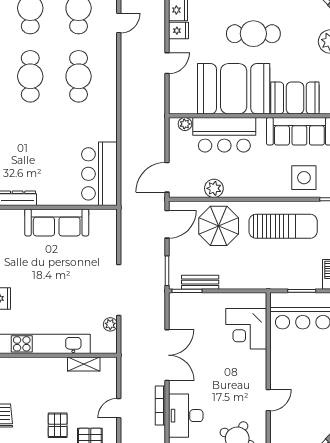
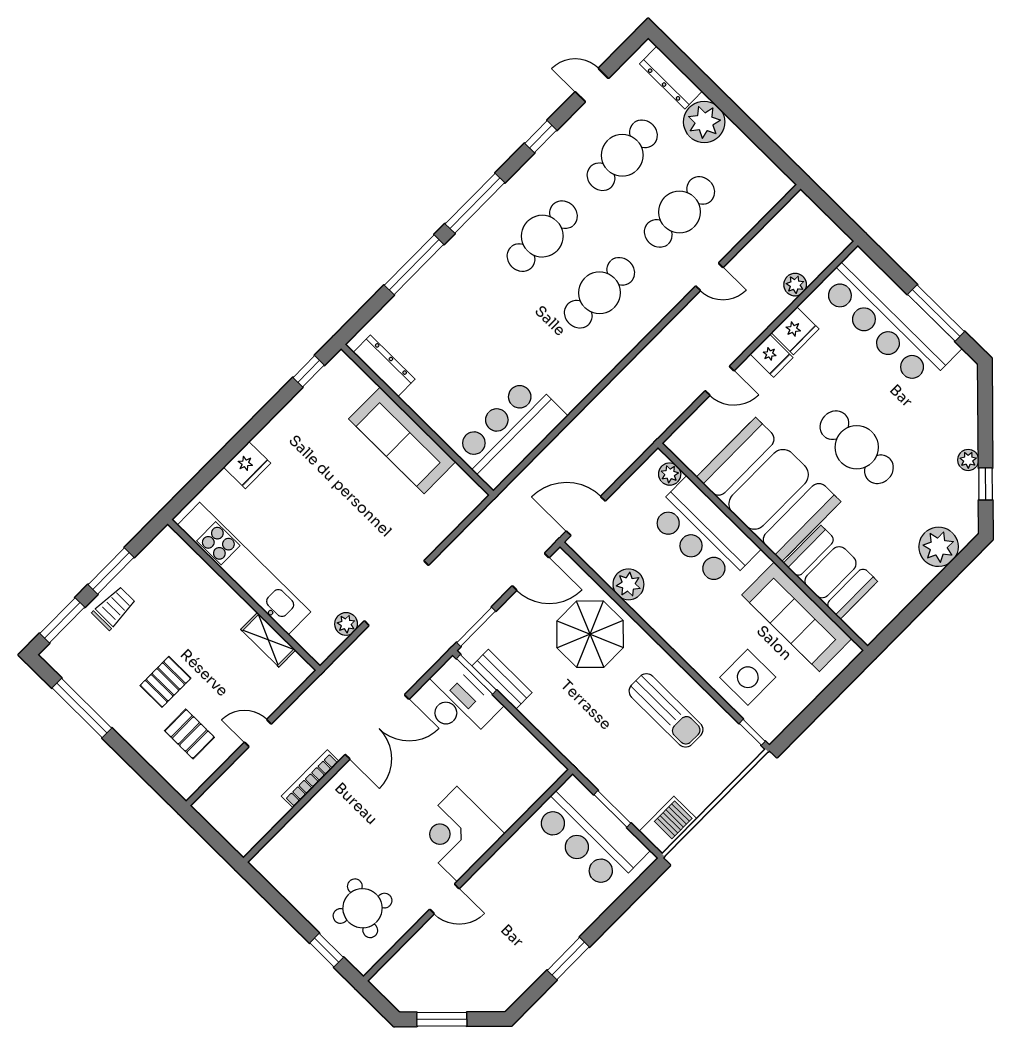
sun lounger: (283, 226) -> (666, 710), width x0.73, depth x0.75
corner desk: (246, 329) -> (457, 834), moved
desk: (186, 416) -> (458, 700), moved, turned 90

